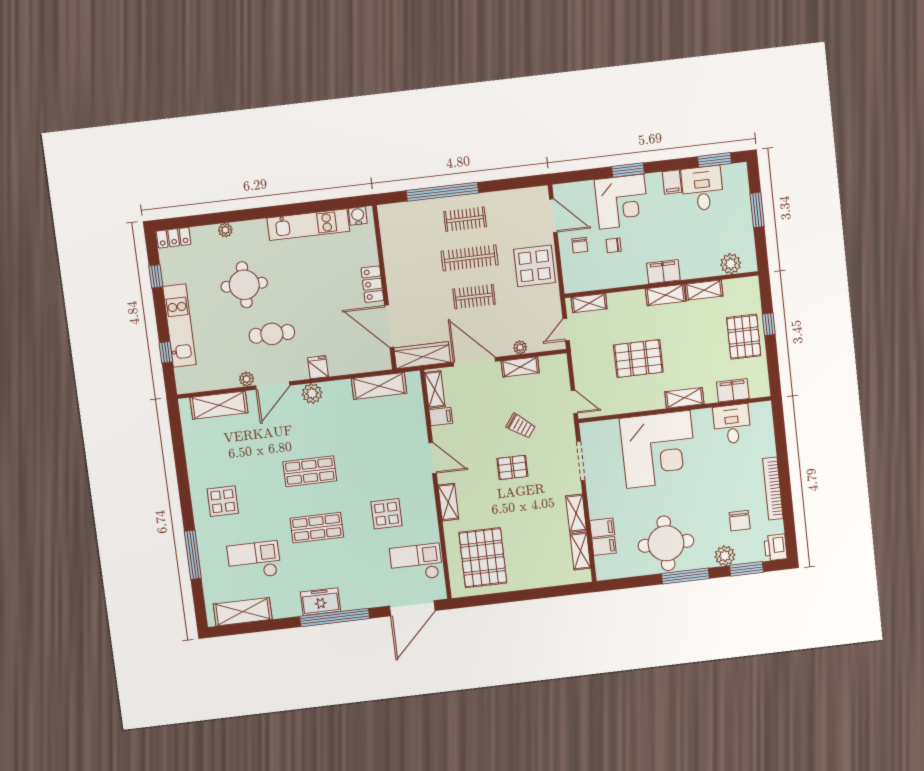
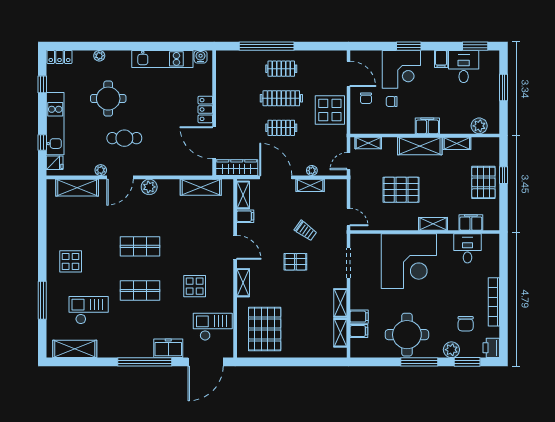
shelving: (666, 295) -> (420, 146), width x1.50, depth x1.33
fridge: (318, 367) -> (55, 163), moved, turned 90
freezer: (320, 602) -> (168, 348), moved

